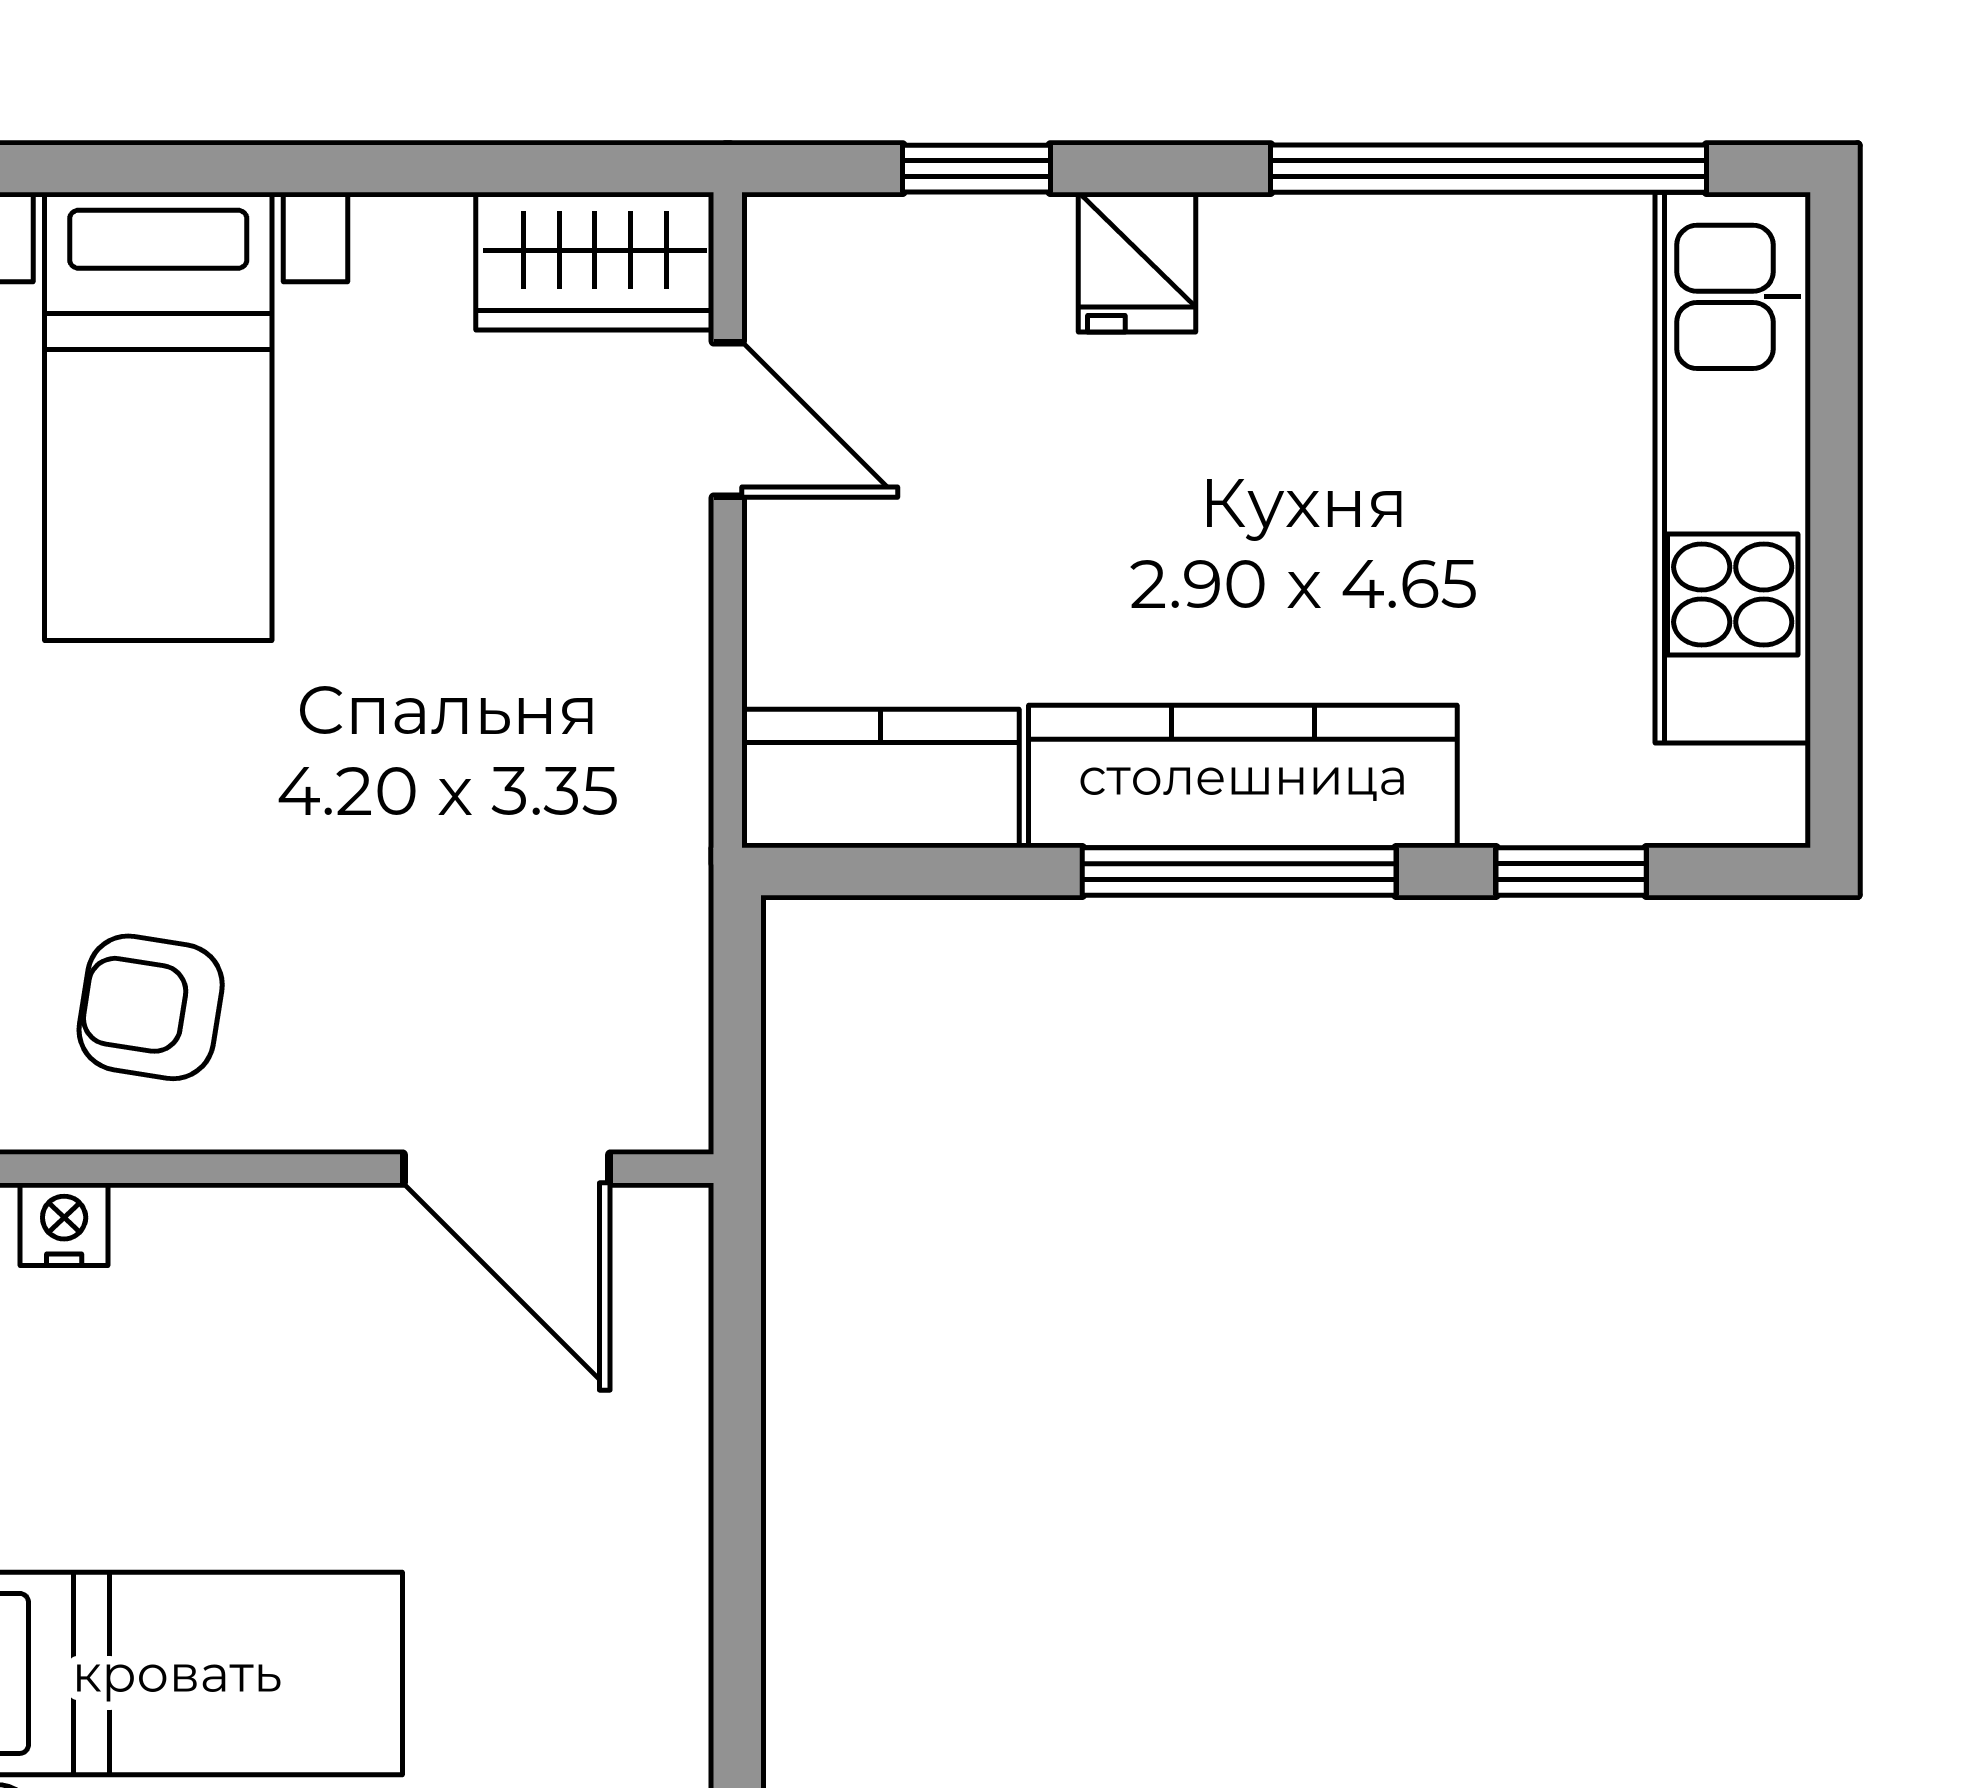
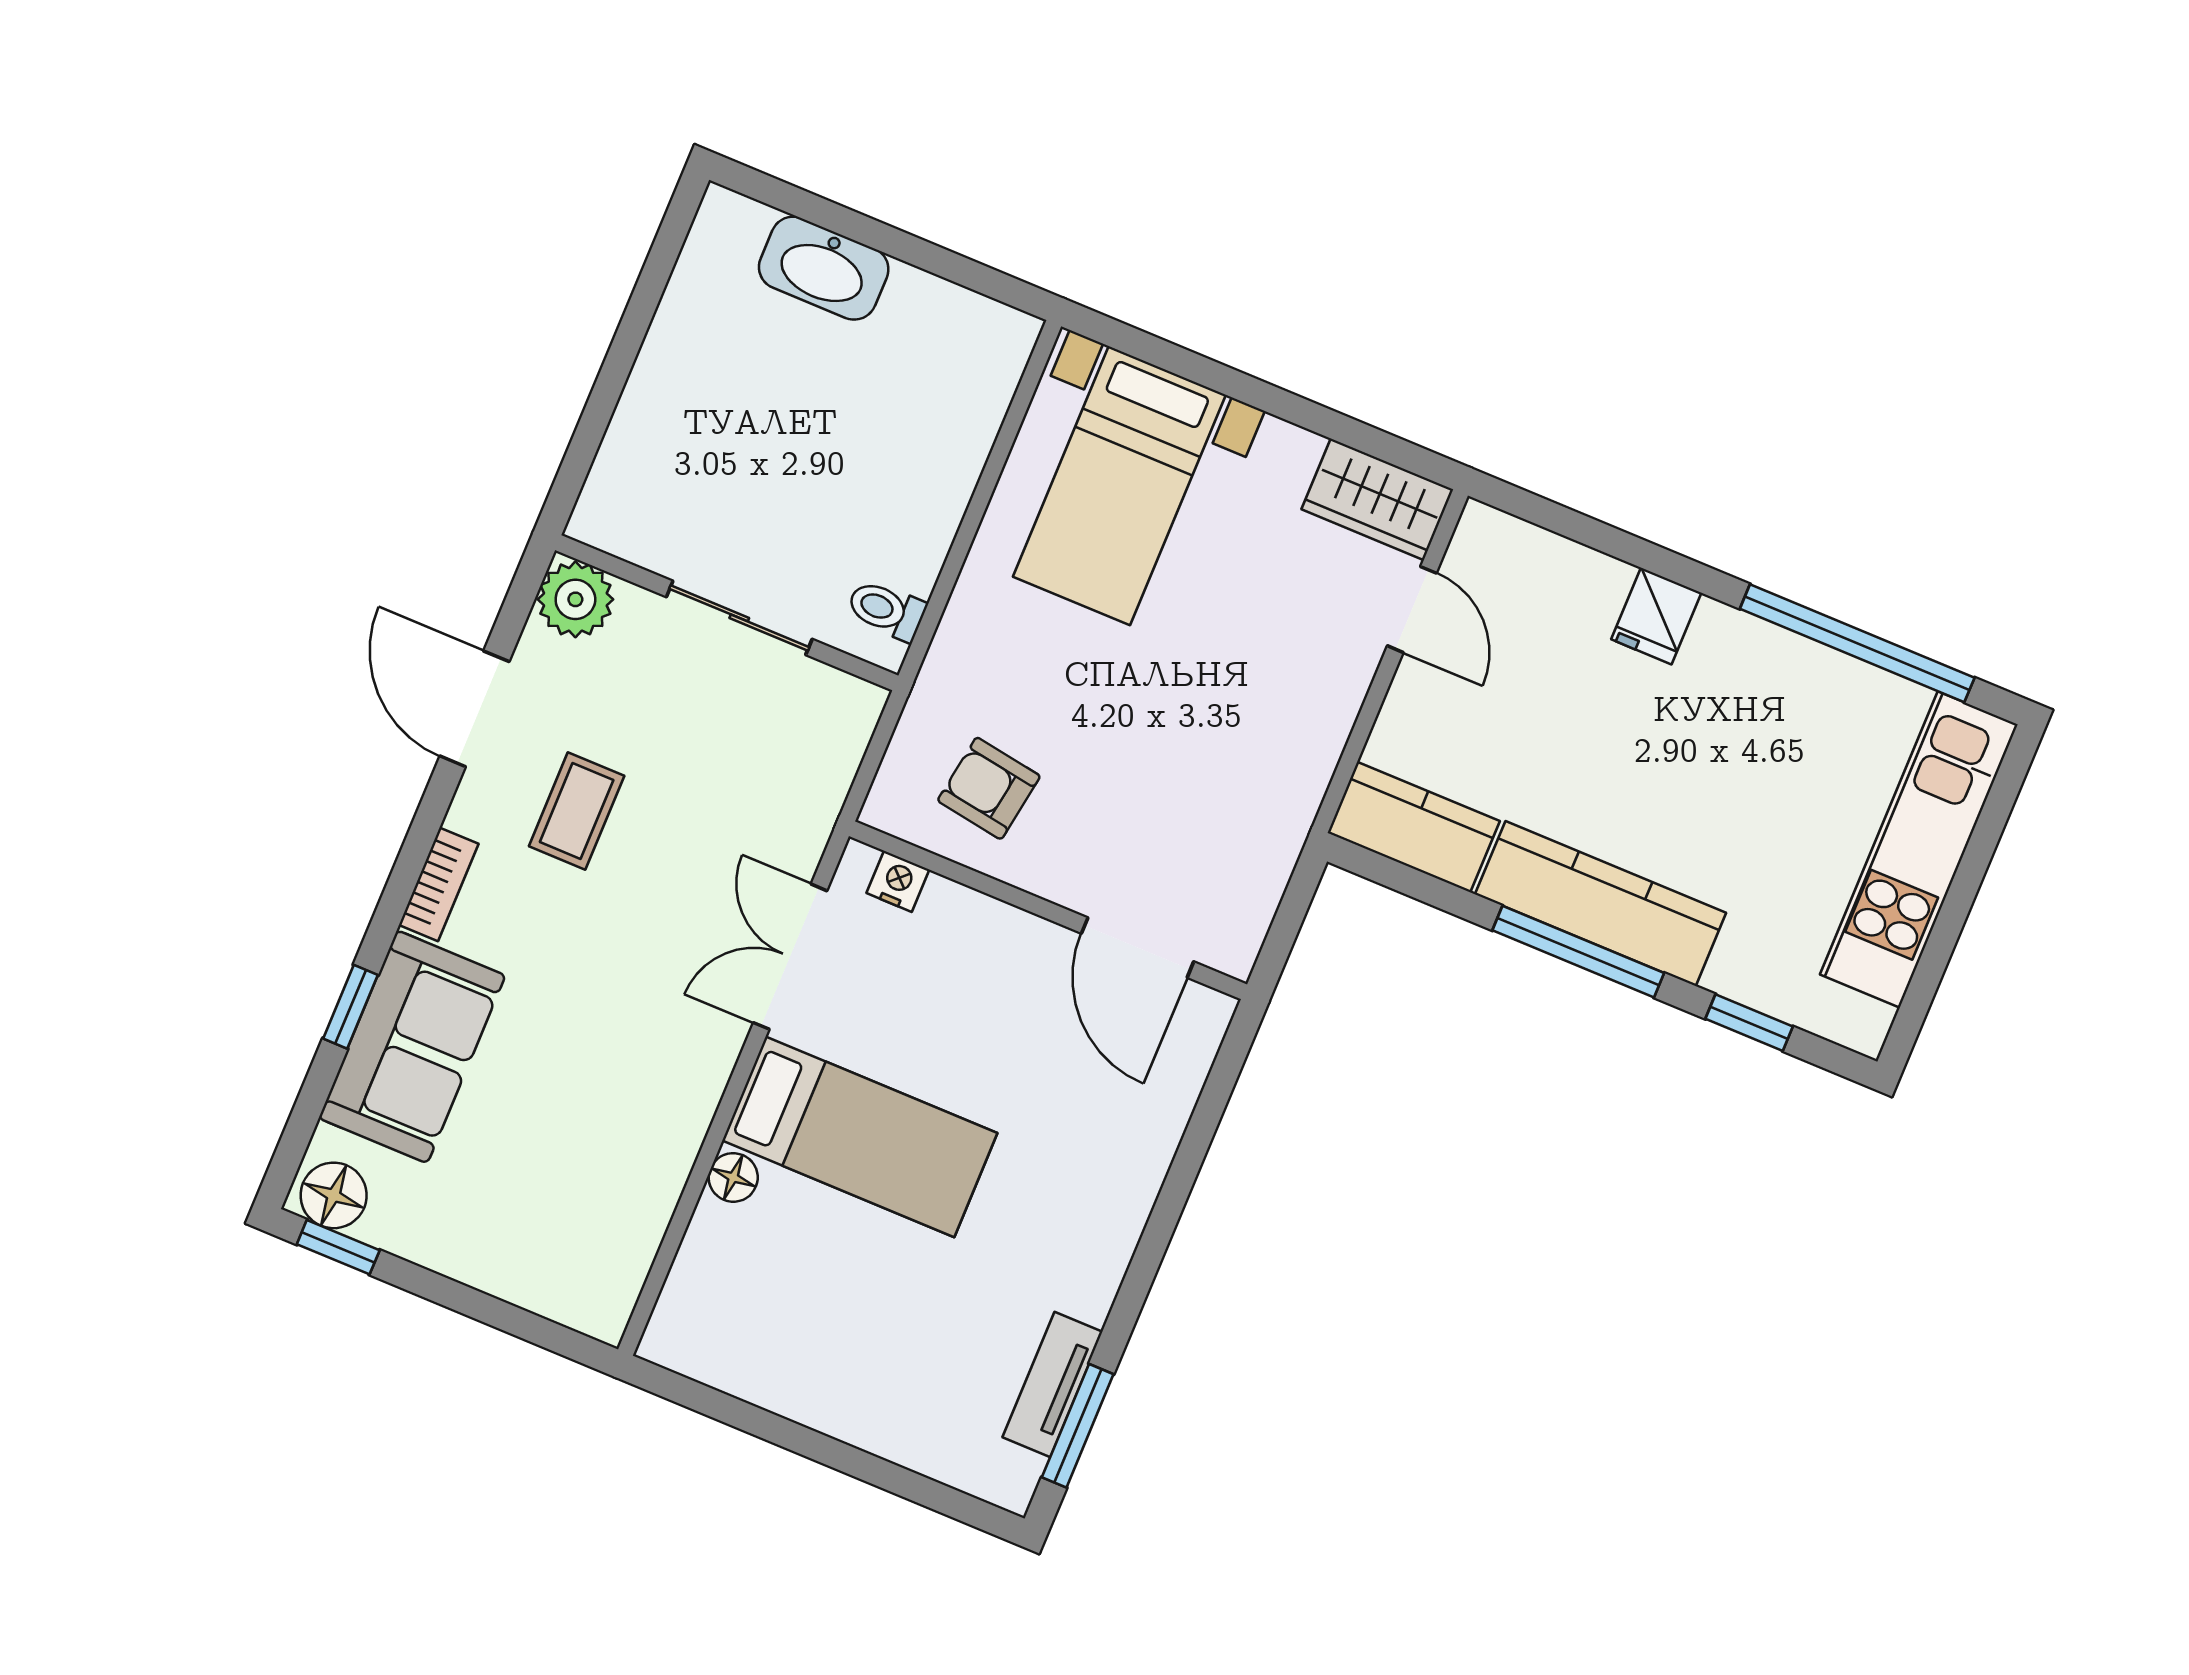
window: (977, 169) -> (1594, 533), removed

